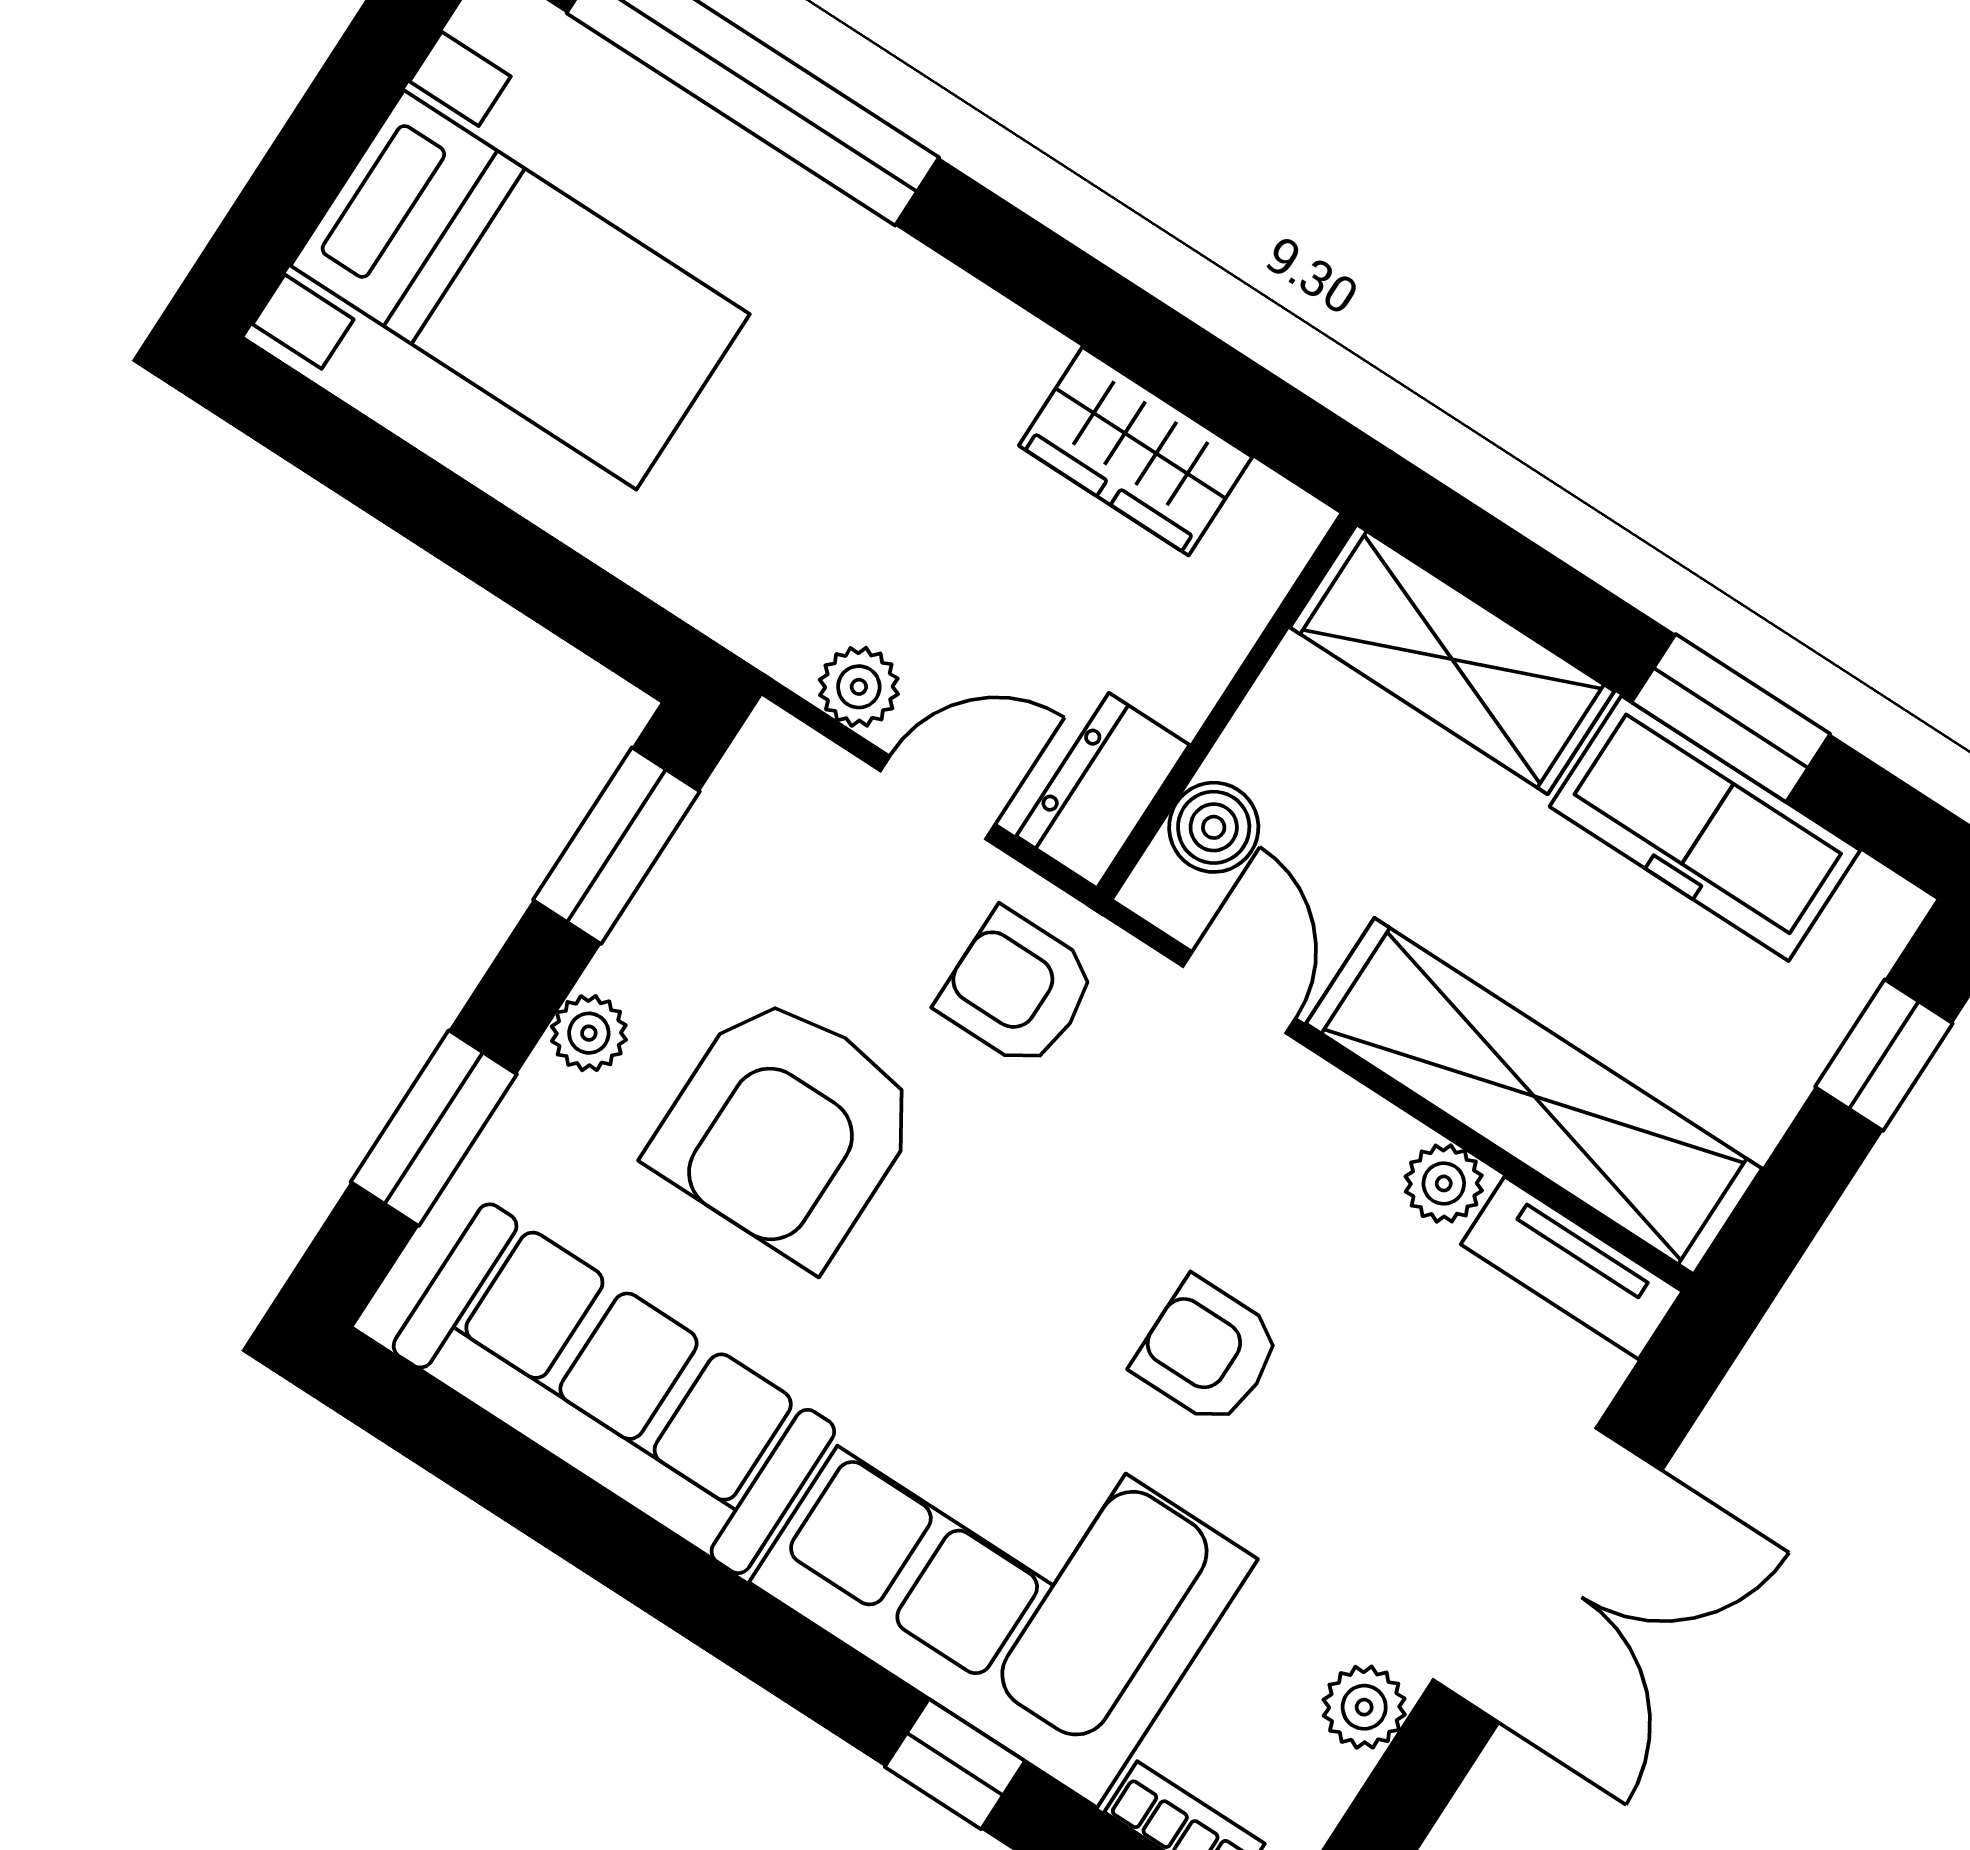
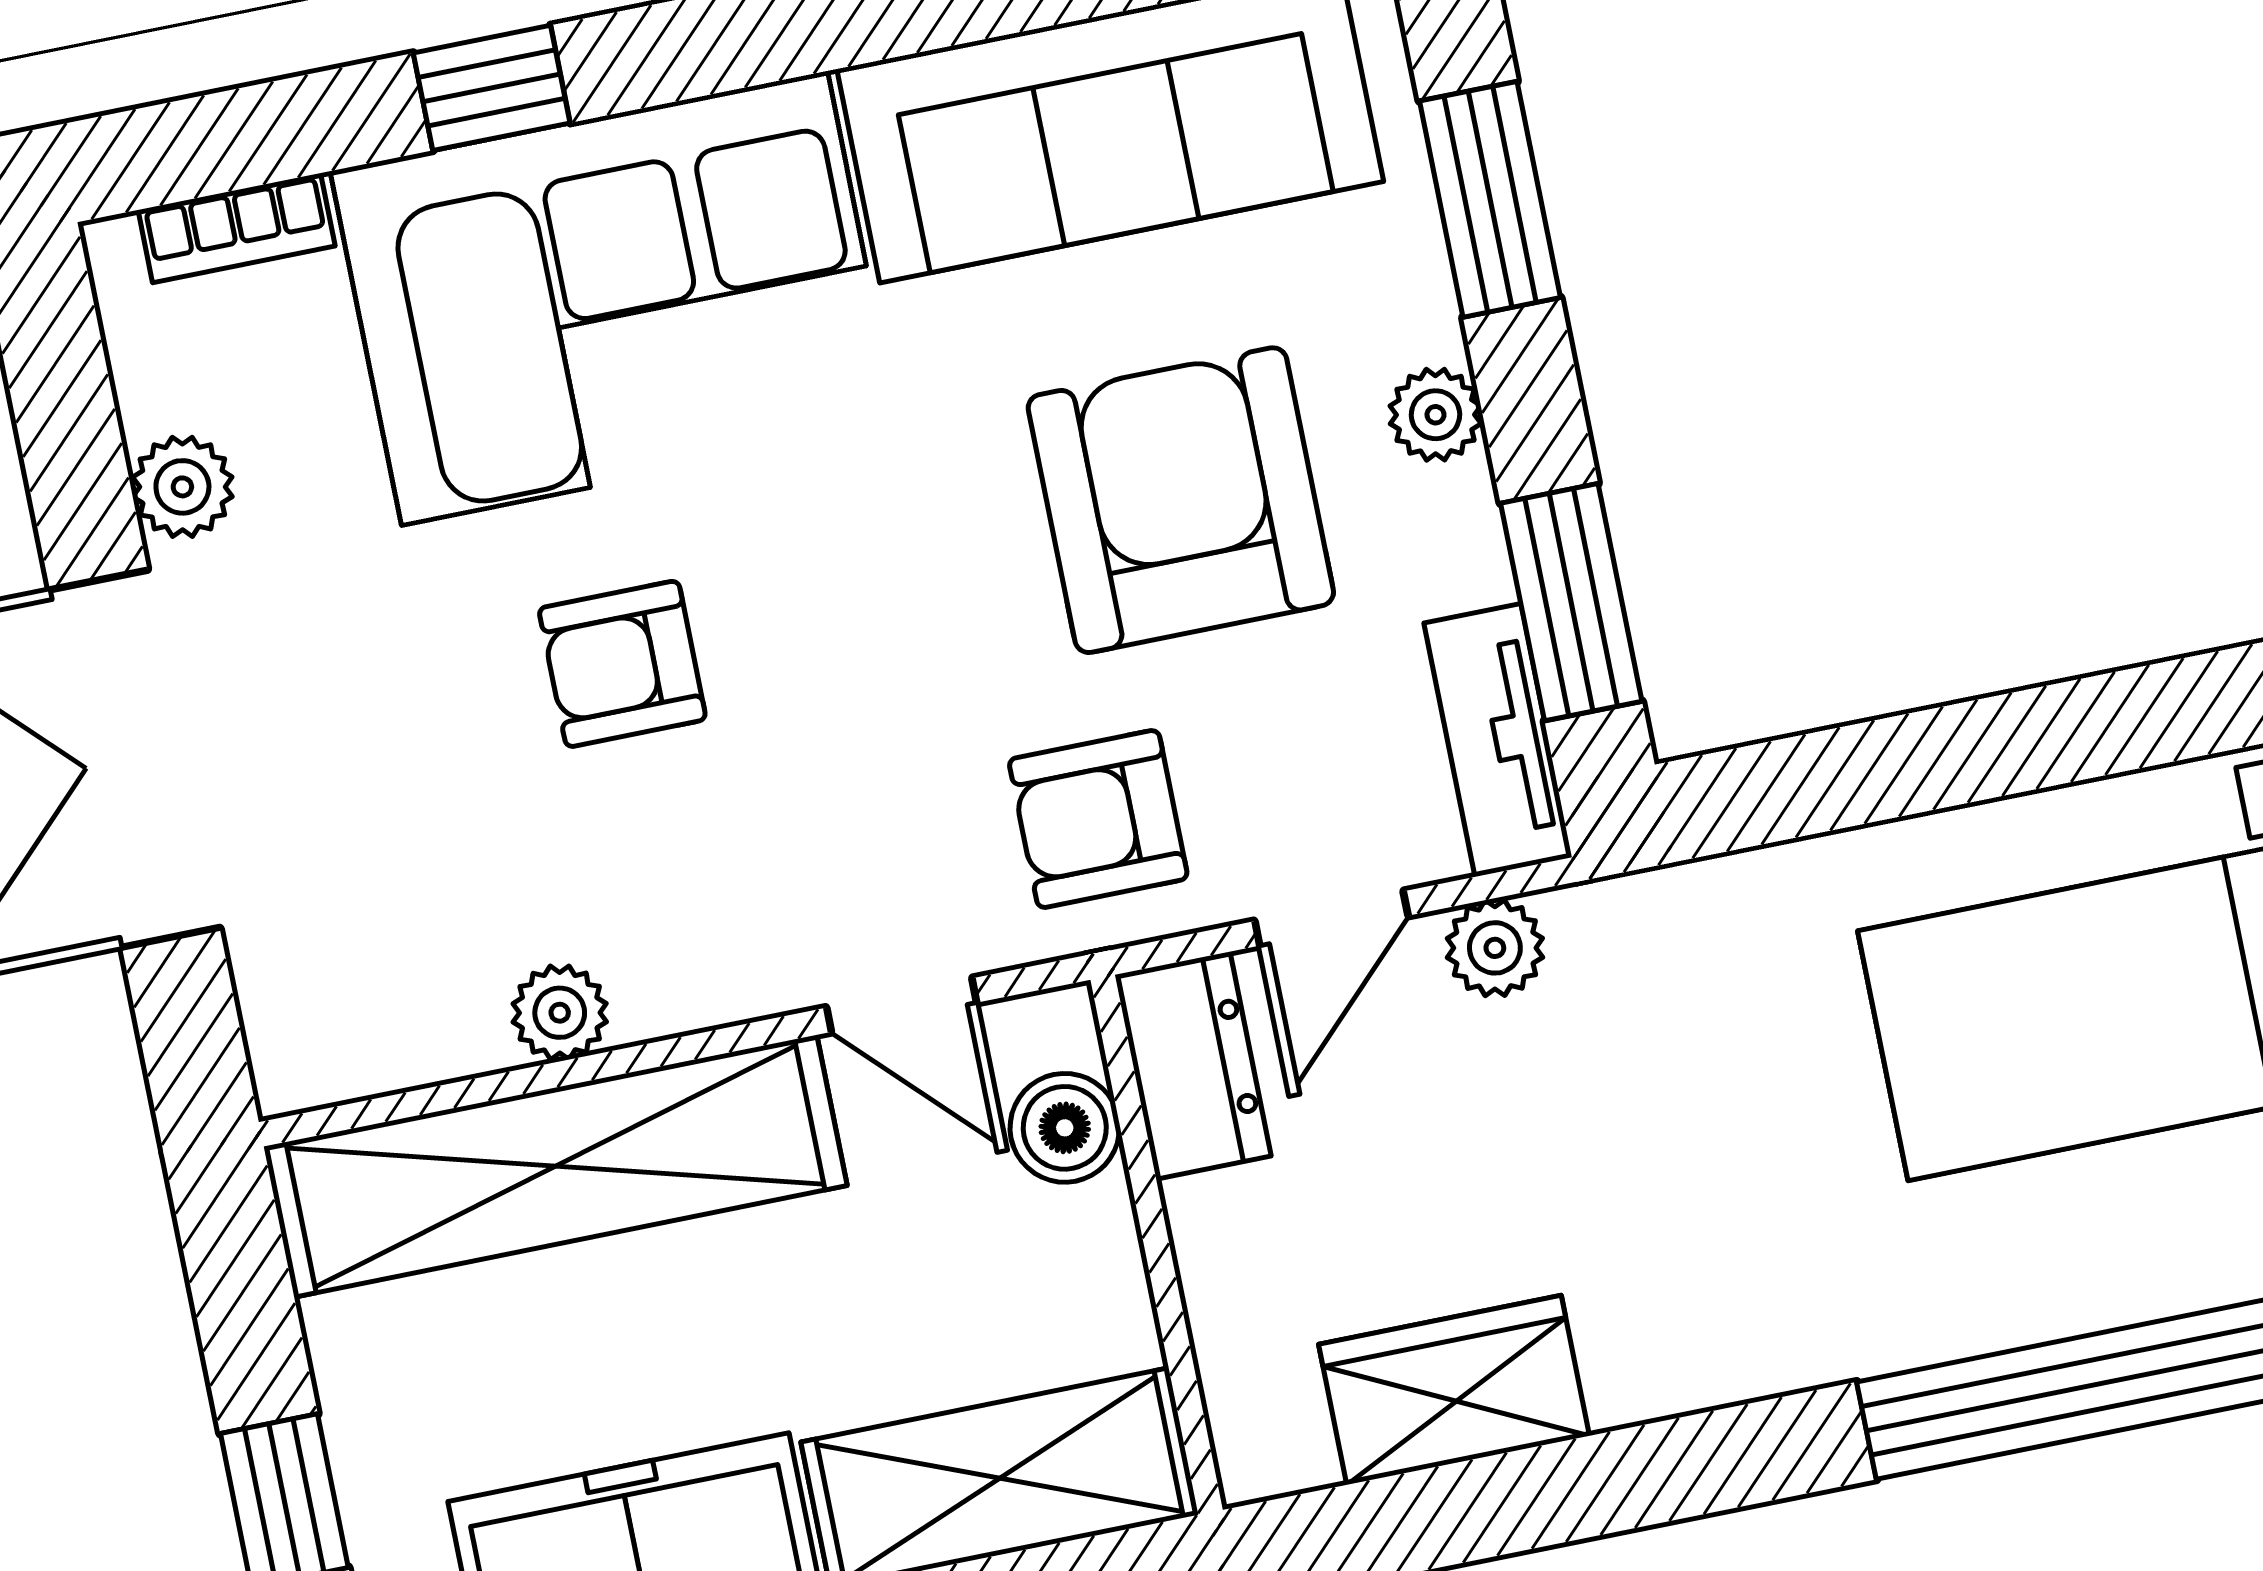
armchair: (1018, 989) -> (1098, 819), turned 180
tv unit: (1572, 1268) -> (1498, 740), moved, turned -90
armchair: (1208, 1352) -> (622, 664), turned 180

